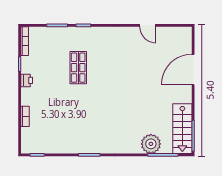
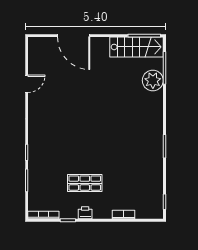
shop shelf: (78, 68) -> (85, 183), moved

